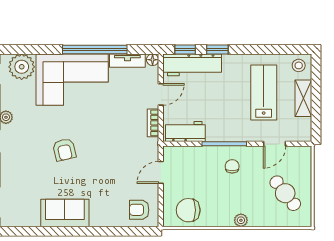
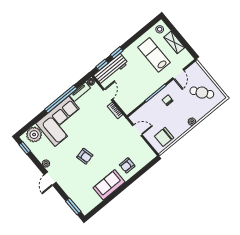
workbench: (185, 132) -> (133, 102), removed
door: (161, 172) -> (137, 130), swing flipped
armchair: (139, 210) -> (127, 165), moved

